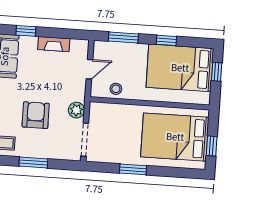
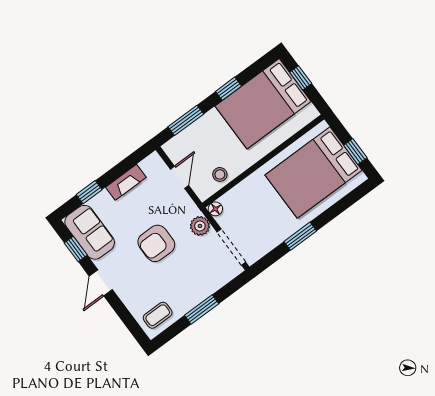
floor lamp: (95, 108) -> (215, 209), added
armchair: (36, 115) -> (156, 243), moved, turned -90

